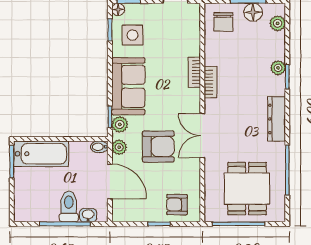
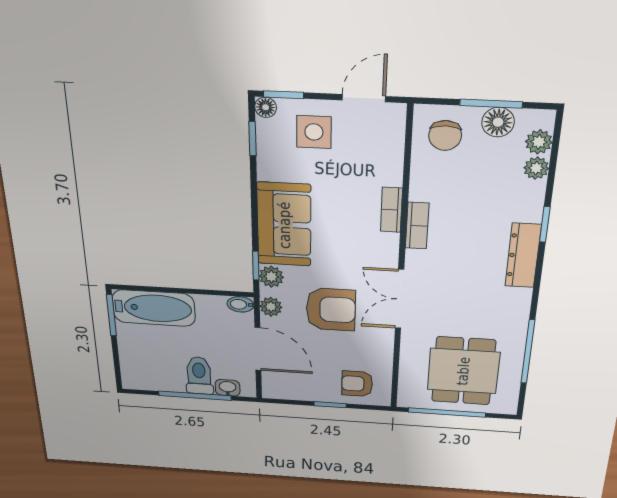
side table: (132, 35) -> (314, 132), moved
plant: (278, 68) -> (536, 168), moved
dresser: (277, 119) -> (523, 256), moved

